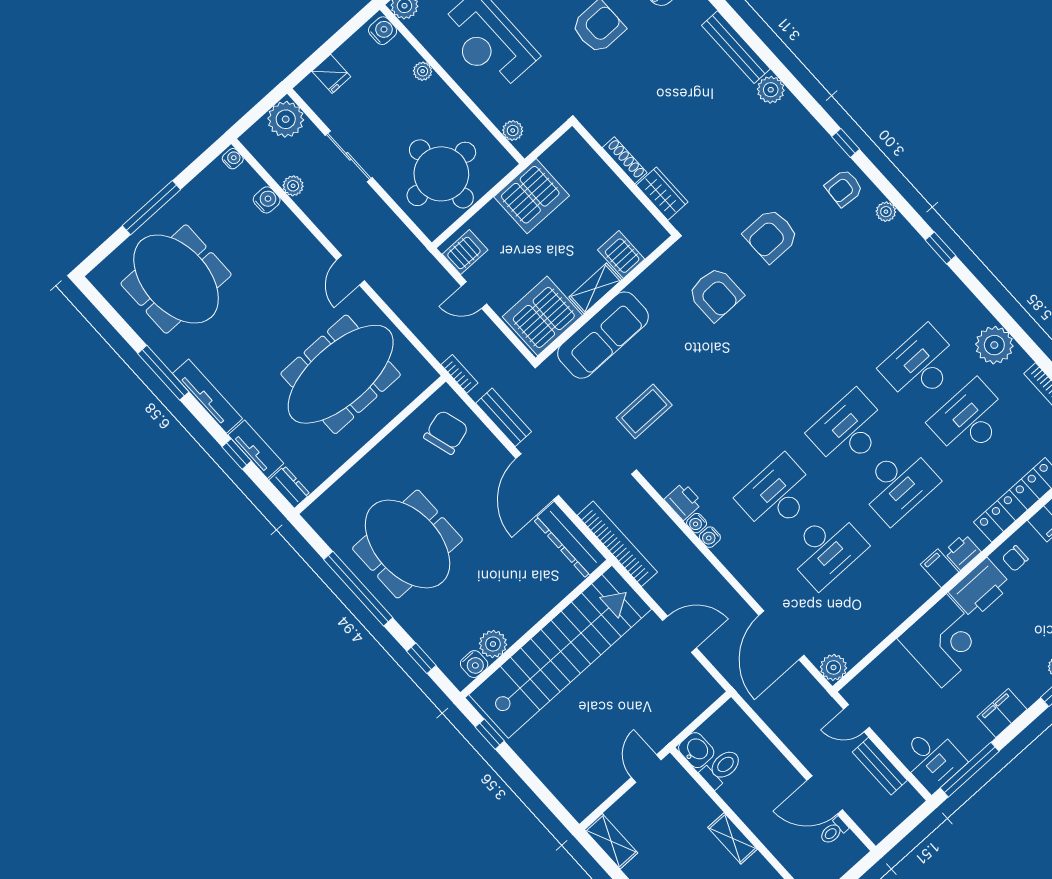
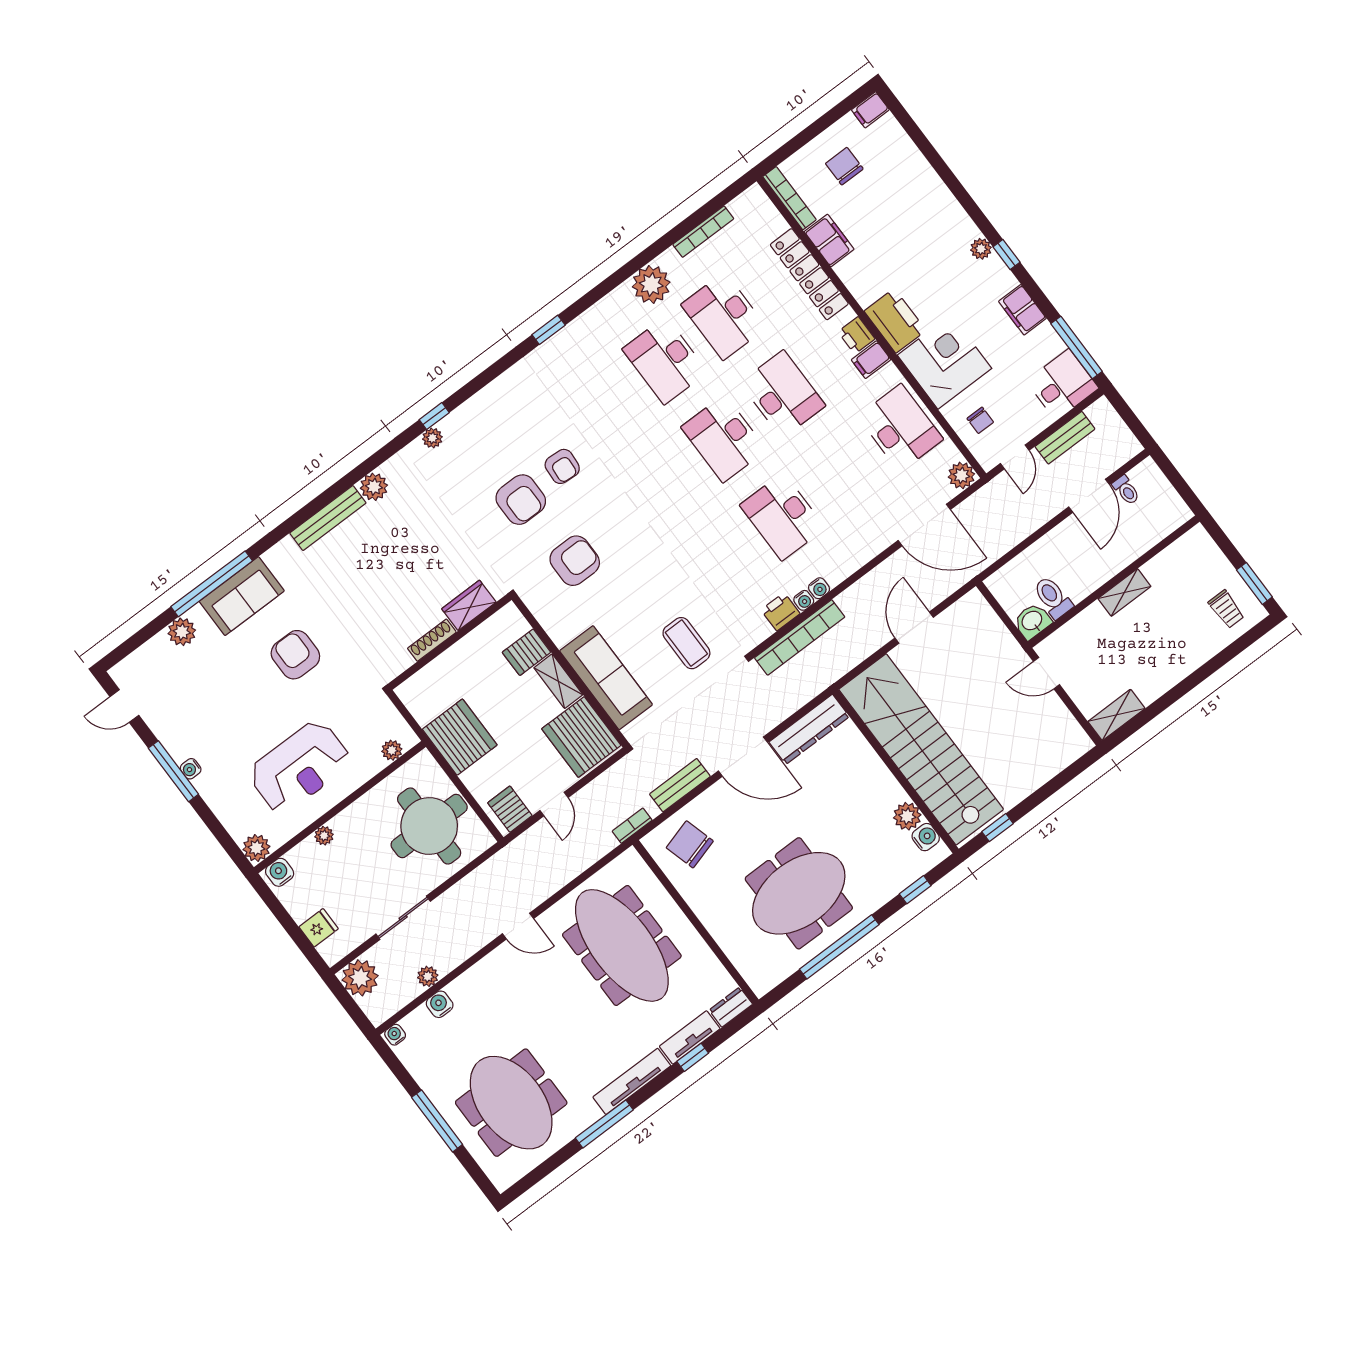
armchair: (844, 188) -> (562, 466), moved
plant: (886, 212) -> (432, 438), moved
meeting table: (176, 279) -> (511, 1103), turned 90
bookcase: (617, 544) -> (800, 637), moved, turned 180
desk: (826, 549) -> (900, 428), moved
chair: (1015, 558) -> (980, 420), moved

